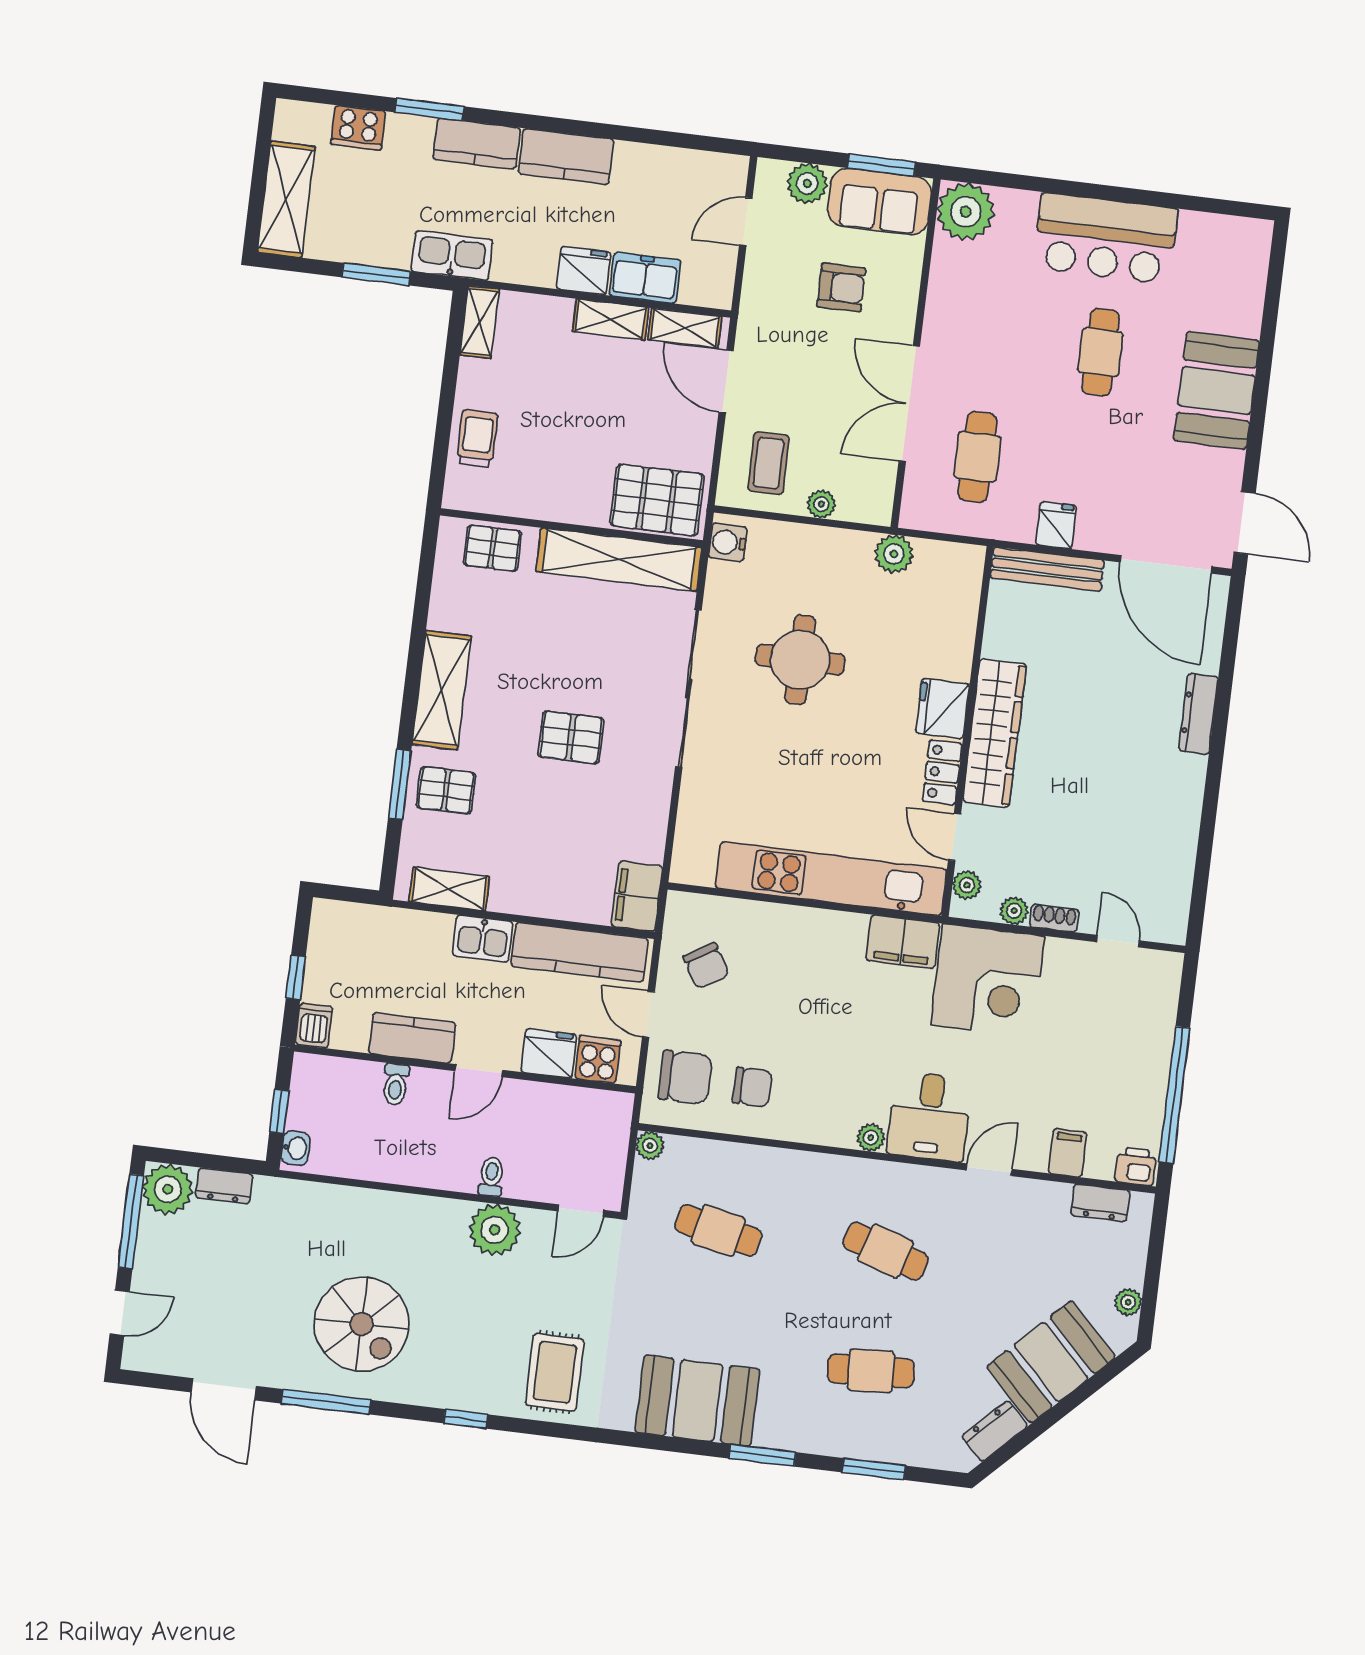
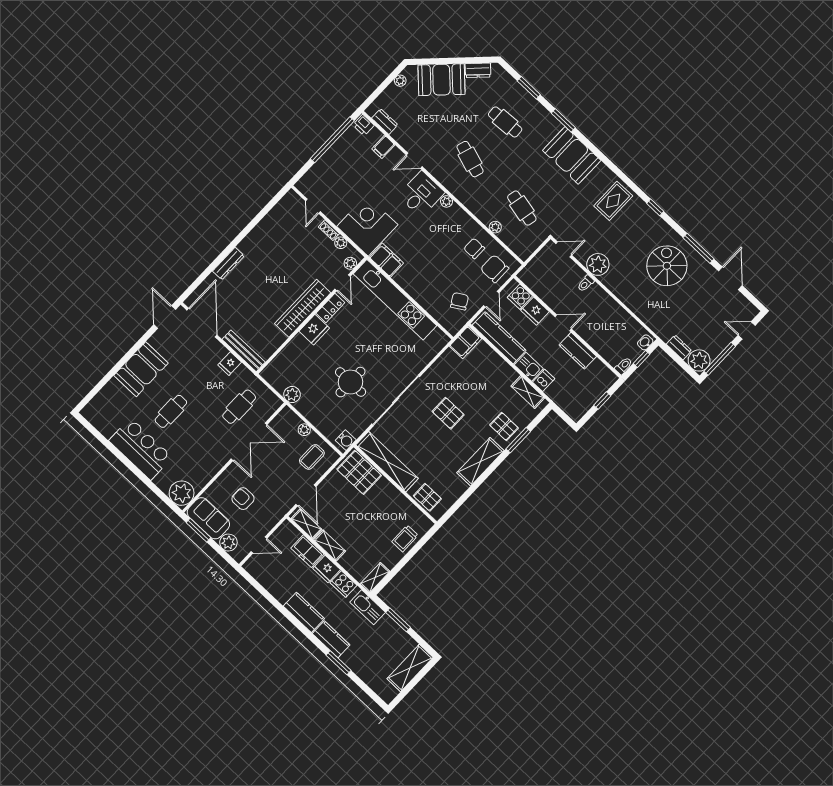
cooker: (358, 128) -> (344, 584), moved, turned 180
dishwasher: (314, 1025) -> (544, 380), moved, turned 180
toilet: (396, 1084) -> (624, 366), moved
plant: (650, 1146) -> (495, 227), moved

